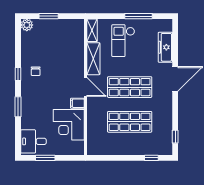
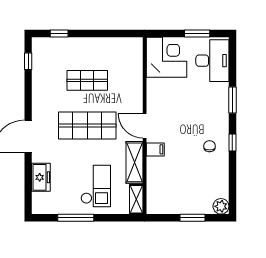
freezer: (165, 47) -> (41, 177), width x0.71
filing cabinet: (77, 103) -> (155, 149), moved
shop shelf: (130, 122) -> (87, 80), width x0.70, depth x0.74
corner desk: (69, 125) -> (166, 57), moved
desk: (33, 141) -> (212, 61), width x1.37

